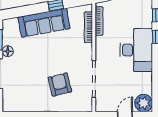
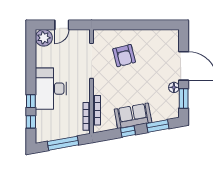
window: (25, 11) -> (158, 126), added
sofa: (44, 23) -> (133, 116), width x0.73

